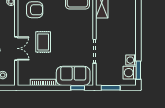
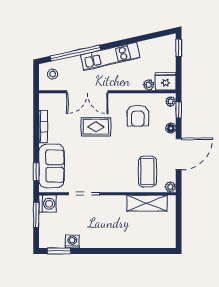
double door: (16, 48) -> (87, 92), width x1.37
washing machine: (130, 73) -> (47, 204), moved, turned 90

